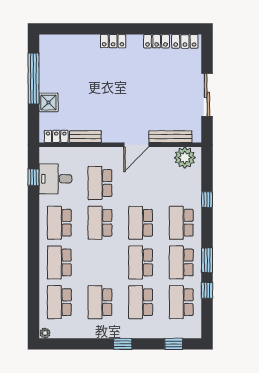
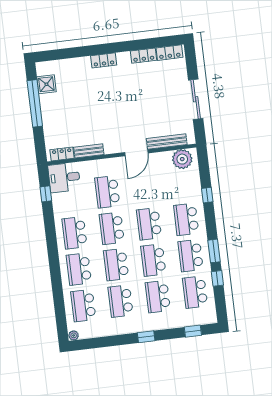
shower: (48, 102) -> (46, 84), moved
desk: (55, 179) -> (64, 177), moved
school desk: (100, 262) -> (116, 265), added

